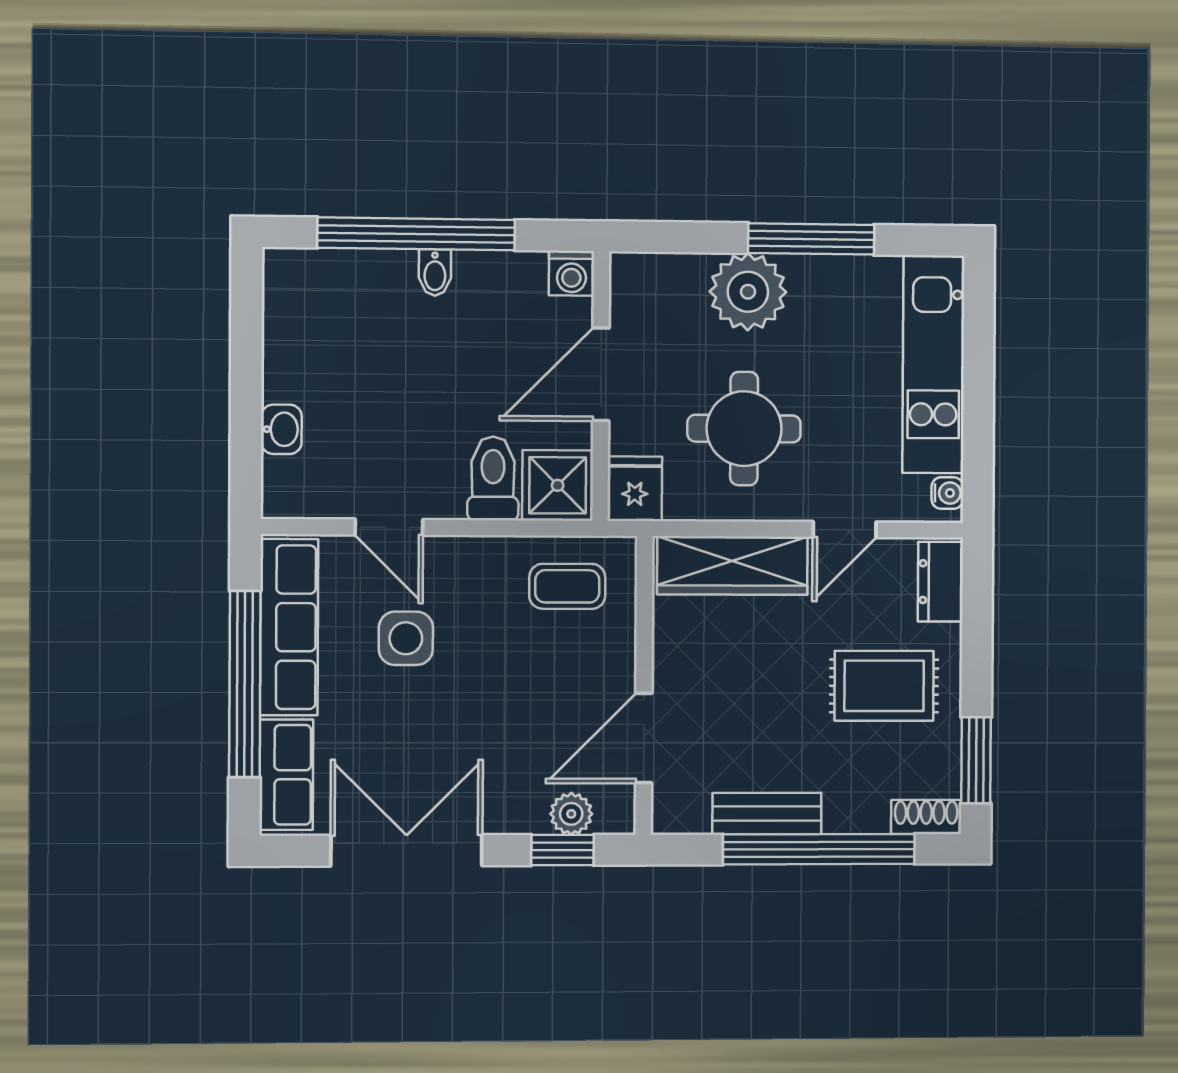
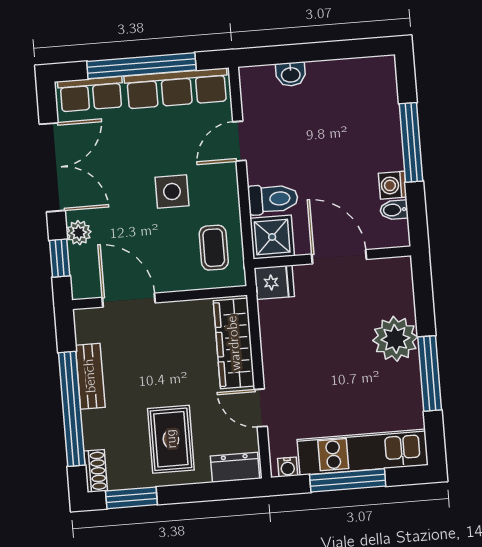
window: (416, 234) -> (411, 142), width x0.68
bidet: (435, 272) -> (394, 210), moved
washing machine: (571, 273) -> (393, 185), moved
window: (978, 394) -> (348, 480), added
round table: (744, 429) -> (315, 343), removed
side table: (406, 638) -> (172, 192), moved
plant: (571, 814) -> (79, 233), moved

